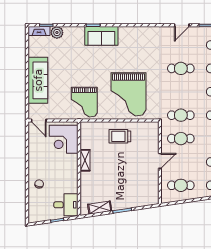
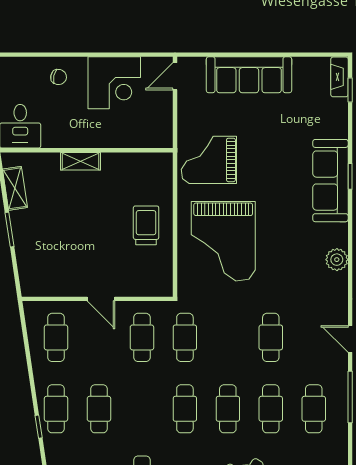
plant: (57, 33) -> (337, 260), moved
sofa: (101, 36) -> (330, 181), width x1.36
grand piano: (128, 94) -> (223, 241), turned -90
corner desk: (64, 139) -> (114, 83), moved, turned 180
shelving: (85, 160) -> (80, 161), moved

